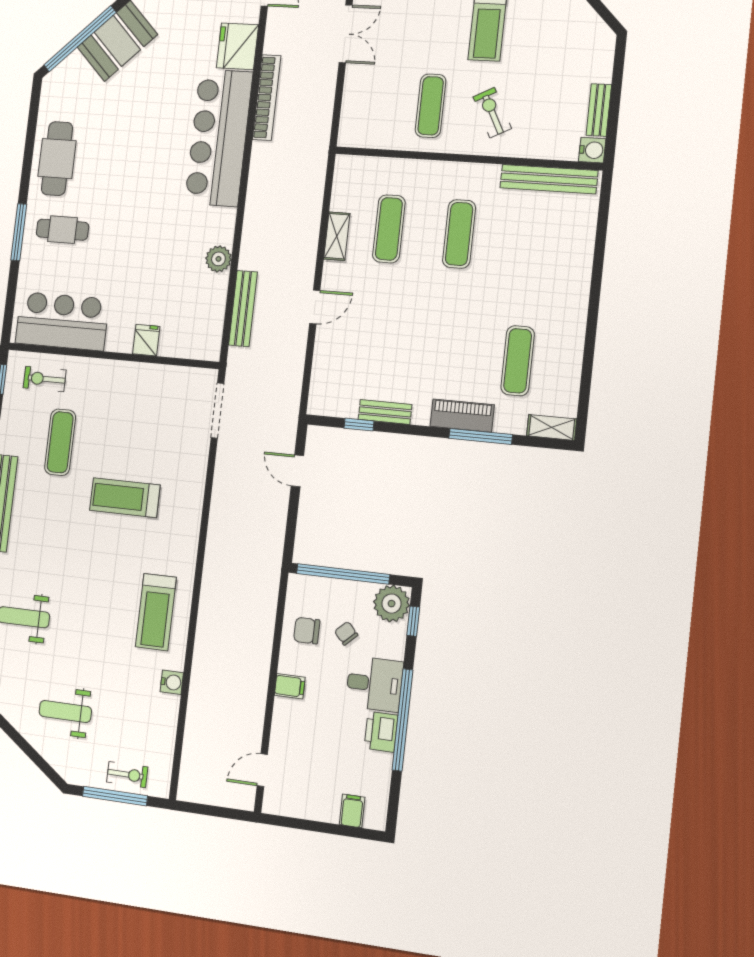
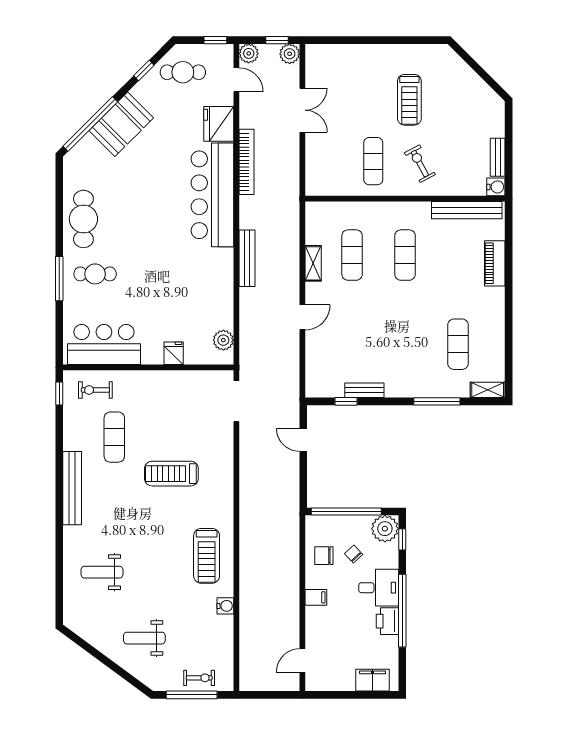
plant: (218, 259) -> (223, 340), moved
bench: (243, 309) -> (247, 258), moved
piano: (462, 416) -> (495, 263), moved, turned -90
filing cabinet: (352, 811) -> (373, 680), width x2.00

